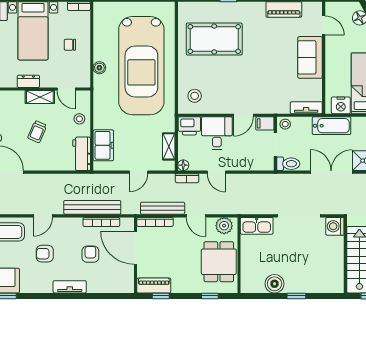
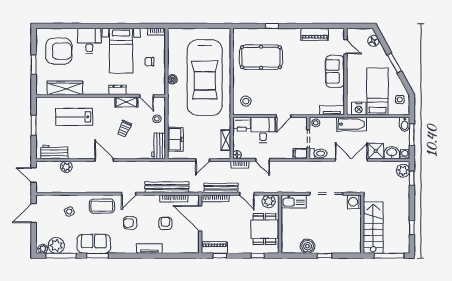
filing cabinet: (265, 123) -> (300, 154), moved

